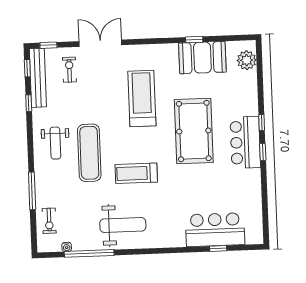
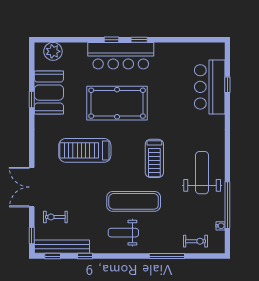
bar counter: (245, 142) -> (121, 56), width x1.36
weight bench: (55, 143) -> (123, 233), turned 180

